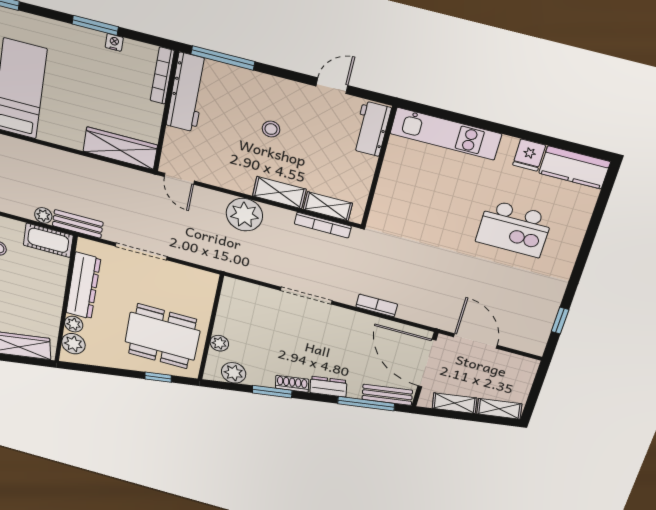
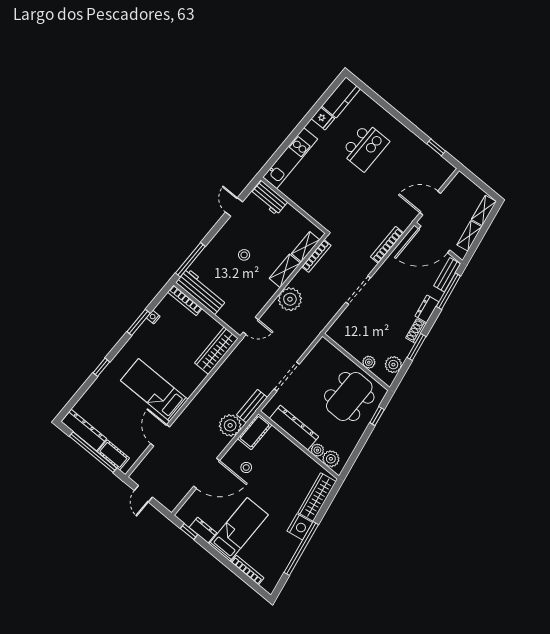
plant: (43, 215) -> (230, 425), width x1.87, depth x1.87
bookcase: (377, 306) -> (387, 245), width x1.56

